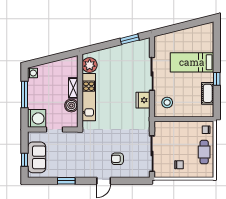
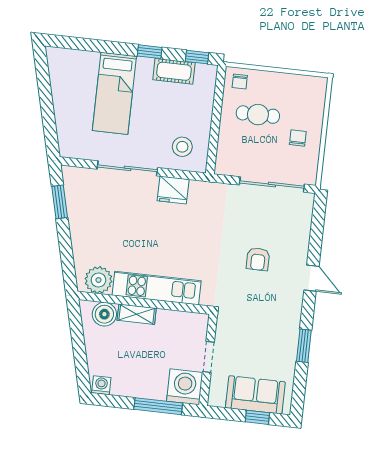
window: (25, 94) -> (158, 406), moved
boiler: (71, 105) -> (104, 314), moved
window: (217, 105) -> (197, 57), added
cafe table: (204, 152) -> (258, 115), moved
armchair: (117, 159) -> (258, 259), moved

